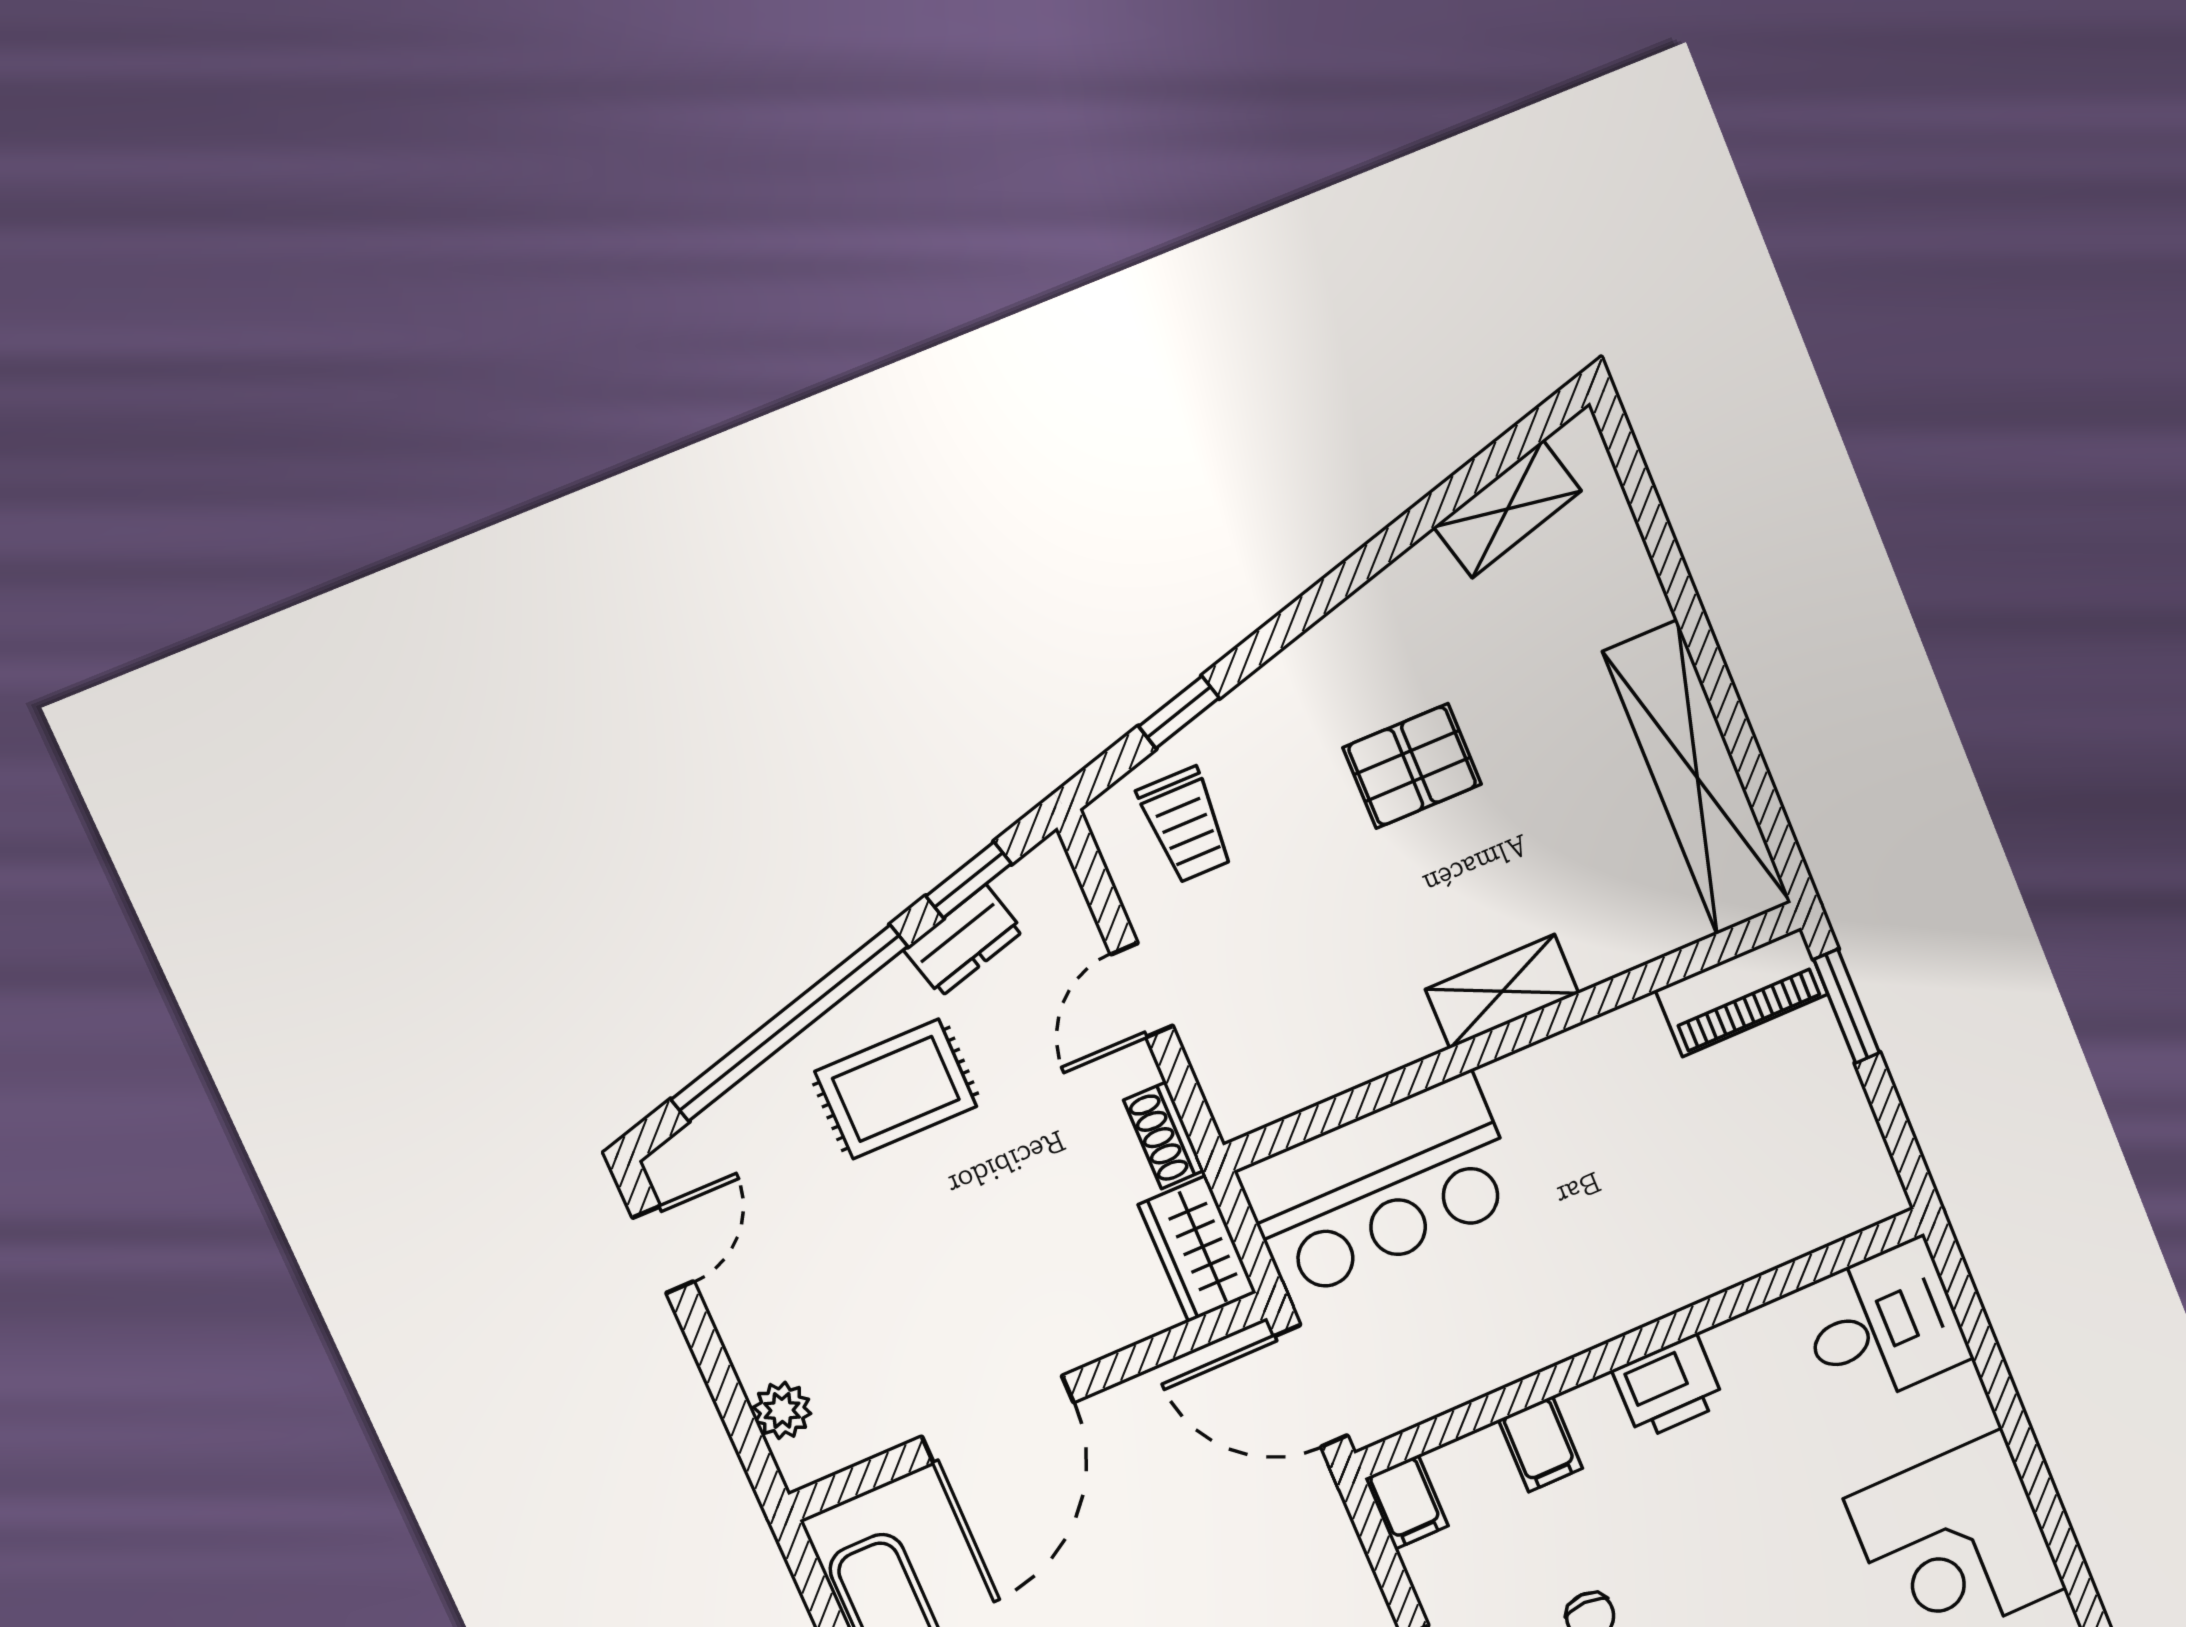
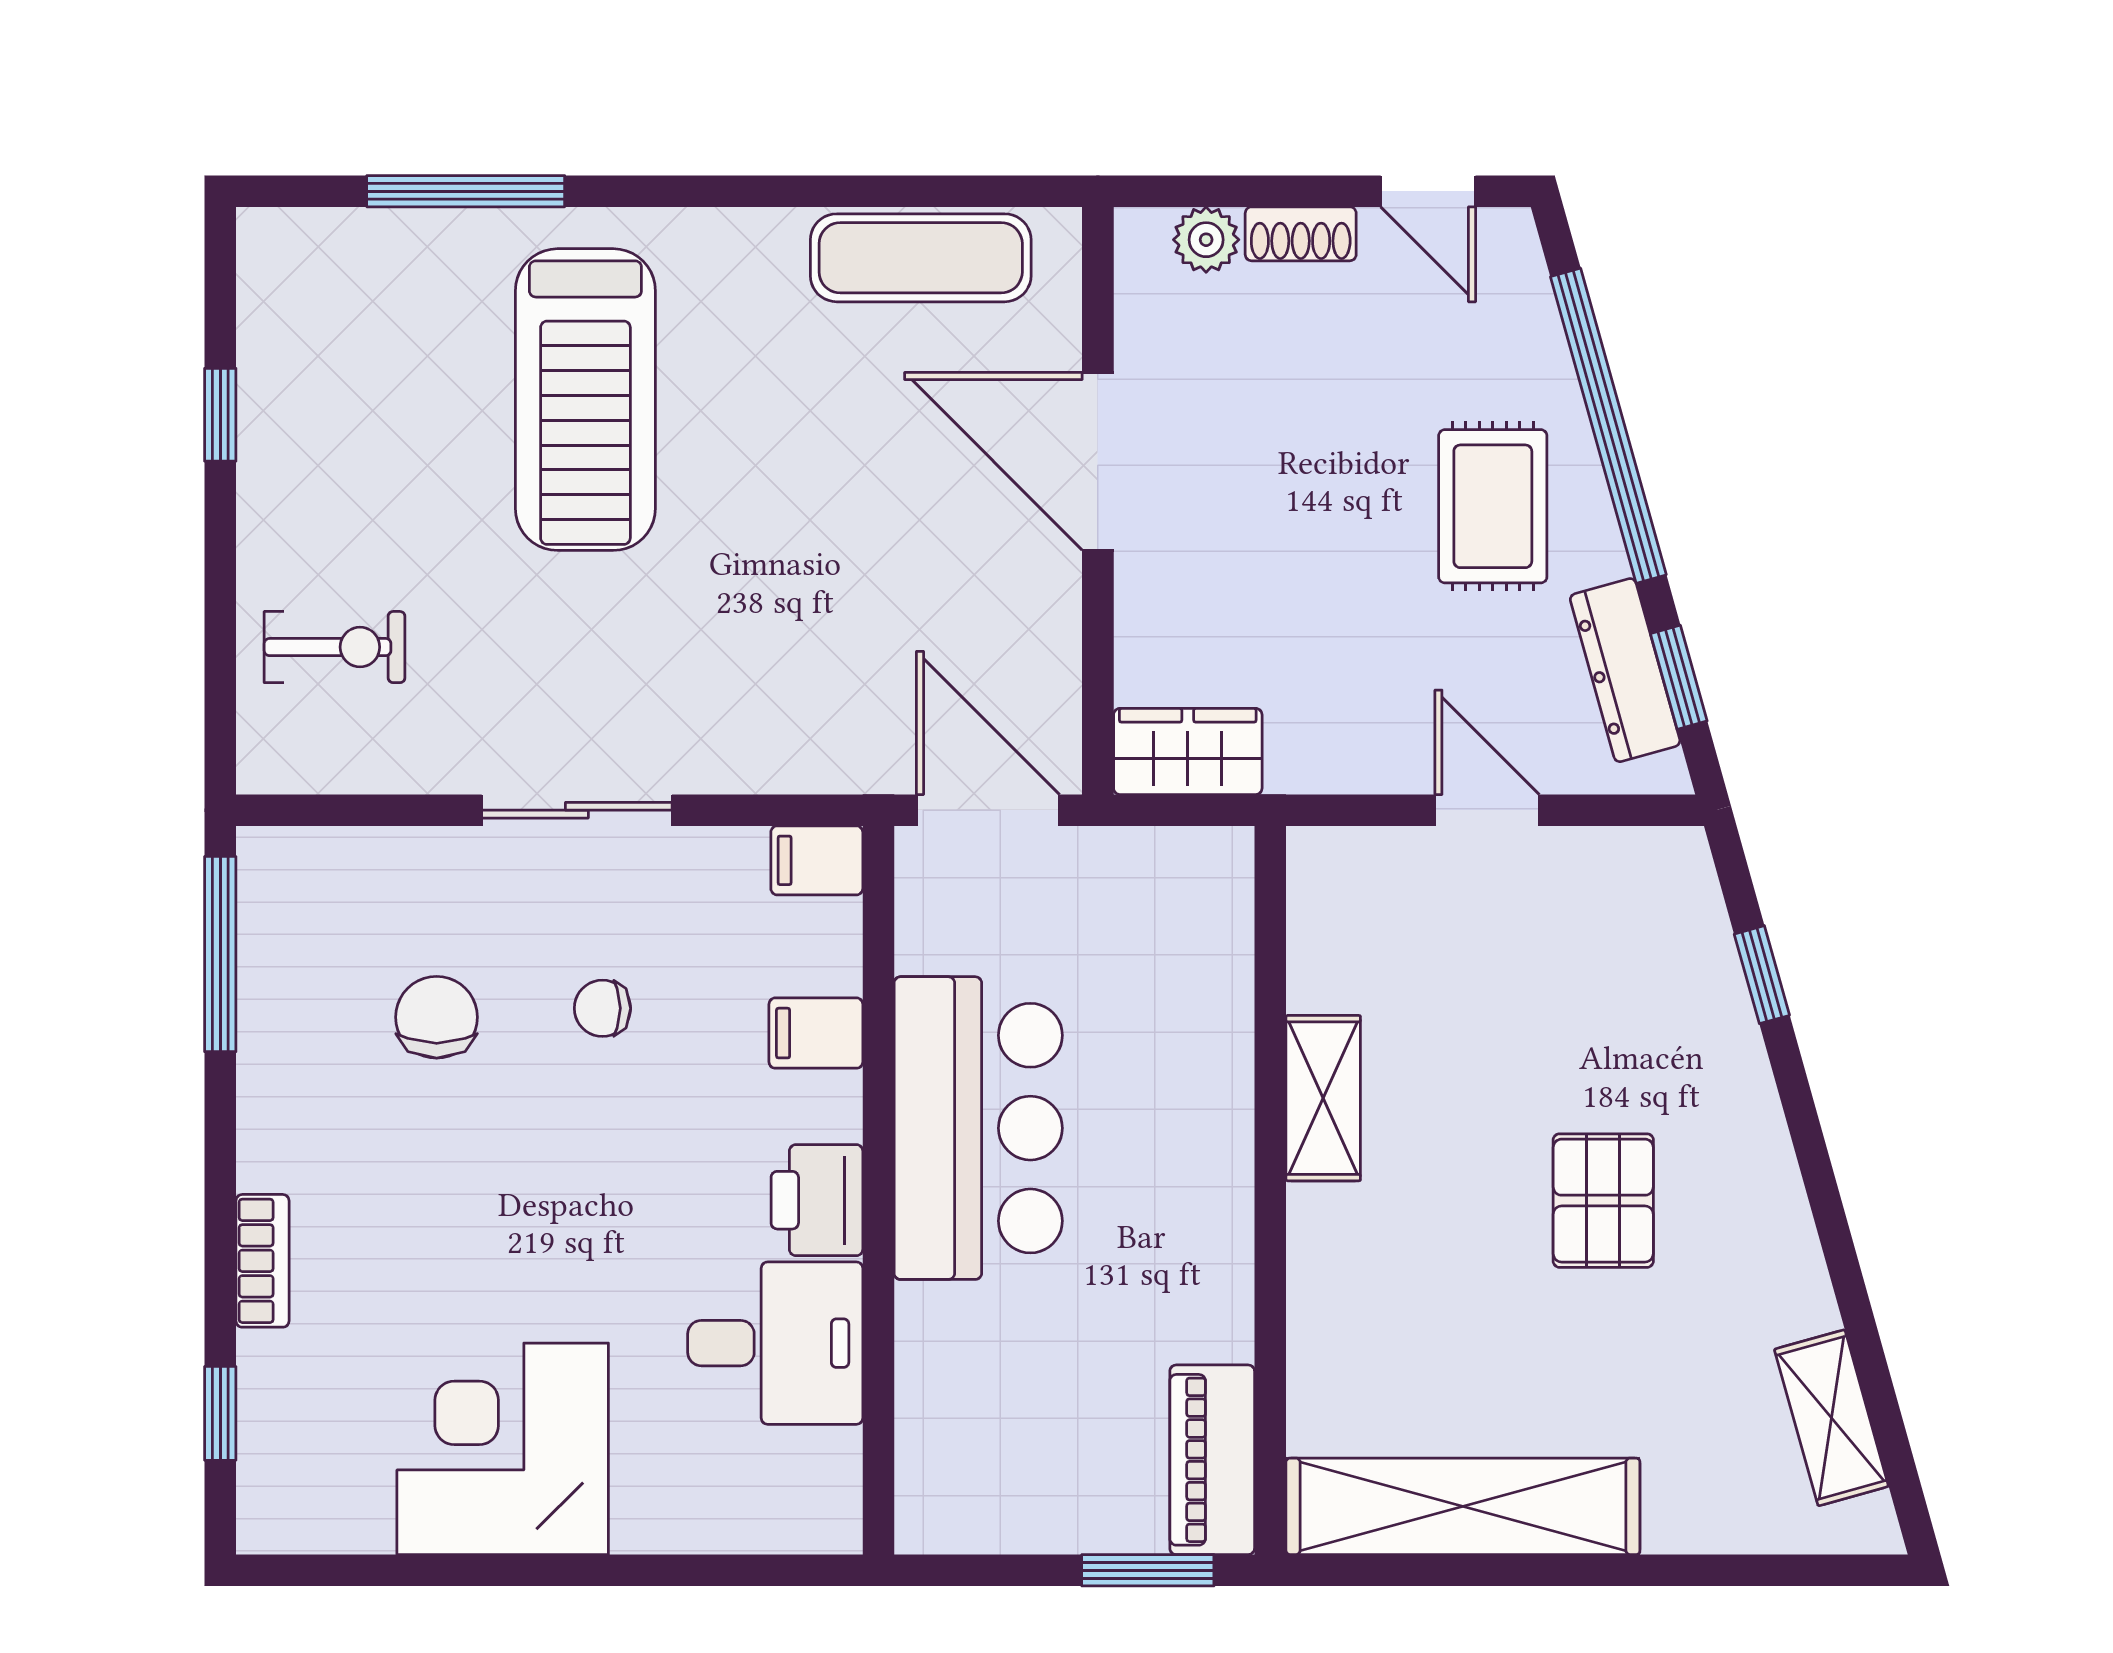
trolley: (1186, 825) -> (1641, 931), removed
dresser: (964, 940) -> (1625, 670), width x1.44
shelving: (1502, 991) -> (1323, 1098), moved
shoe rack: (1164, 1135) -> (1301, 234), moved, turned 180
bar counter: (1381, 1186) -> (978, 1128), moved, turned 180
desk: (1883, 1325) -> (775, 1343), moved, turned -90
door: (1311, 1386) -> (988, 810), hinge flipped

